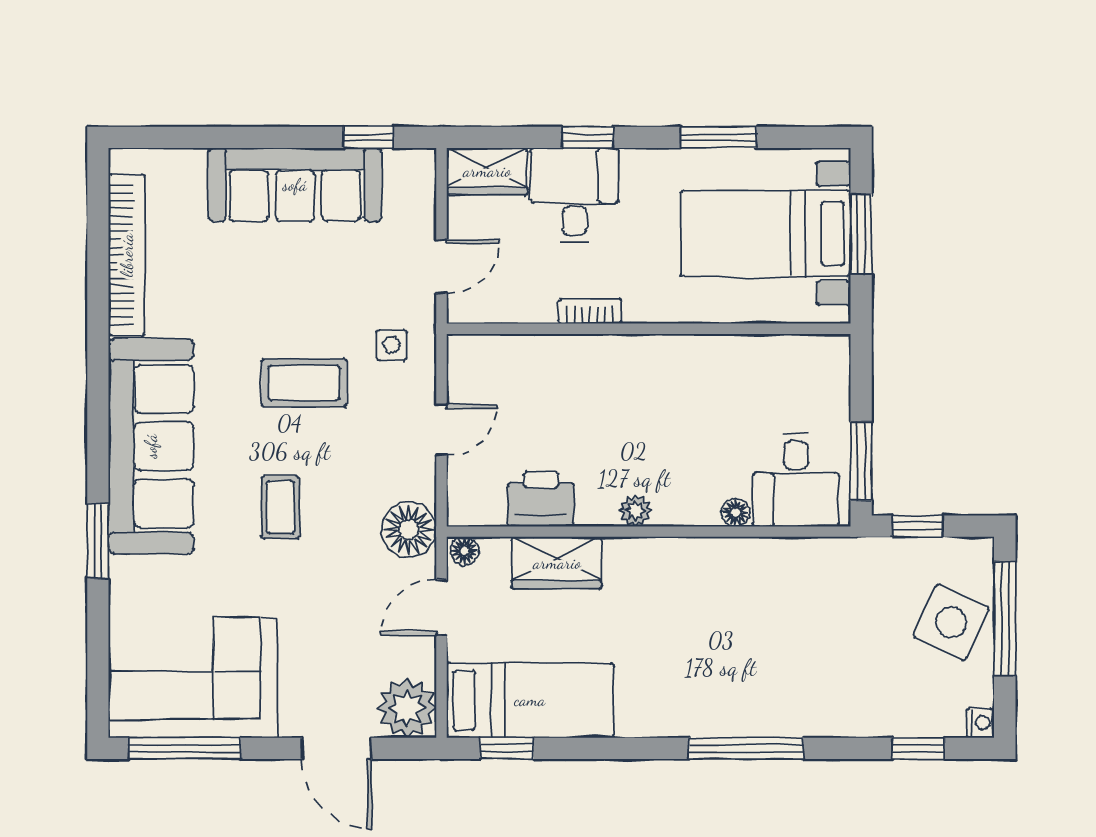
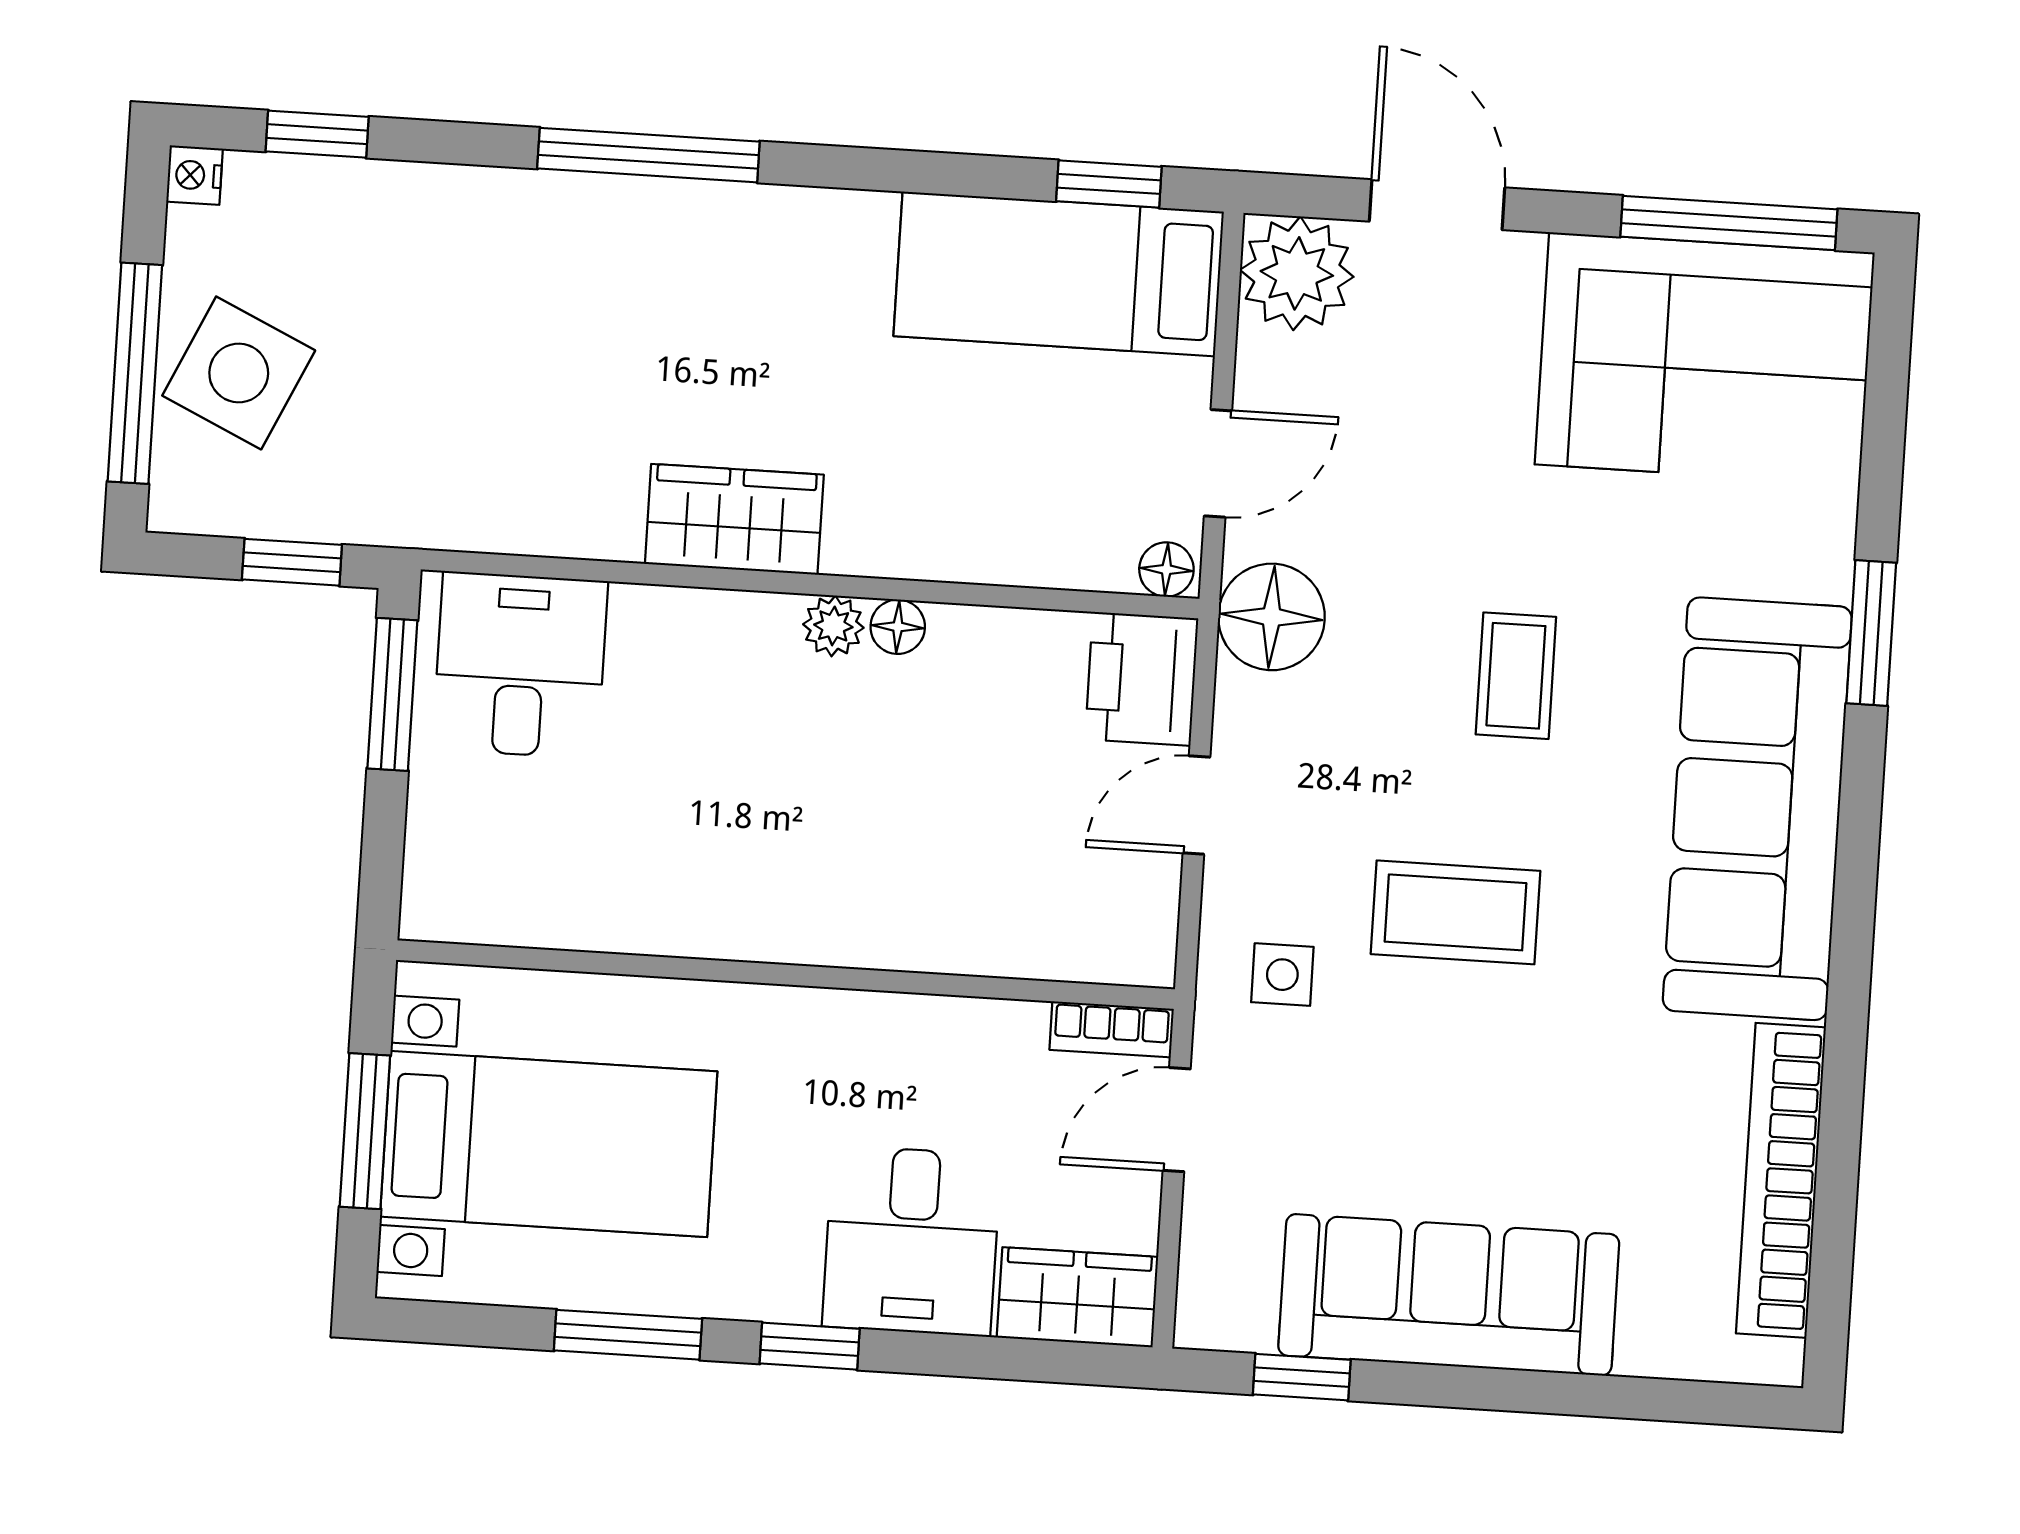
window: (588, 137) -> (810, 1346), moved
bookcase: (590, 311) -> (1112, 1029), moved
printer: (541, 499) -> (1142, 679), moved, turned 90
floor lamp: (736, 512) -> (898, 627), moved
wardrobe: (557, 563) -> (734, 519), moved

